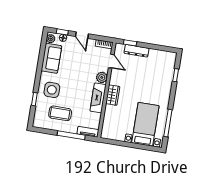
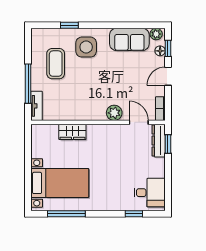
dresser: (136, 51) -> (159, 141), moved
door: (111, 61) -> (139, 122), swing flipped
desk: (162, 62) -> (150, 193), added
wardrobe: (113, 95) -> (72, 132), moved
fireplace: (98, 98) -> (85, 112), removed

